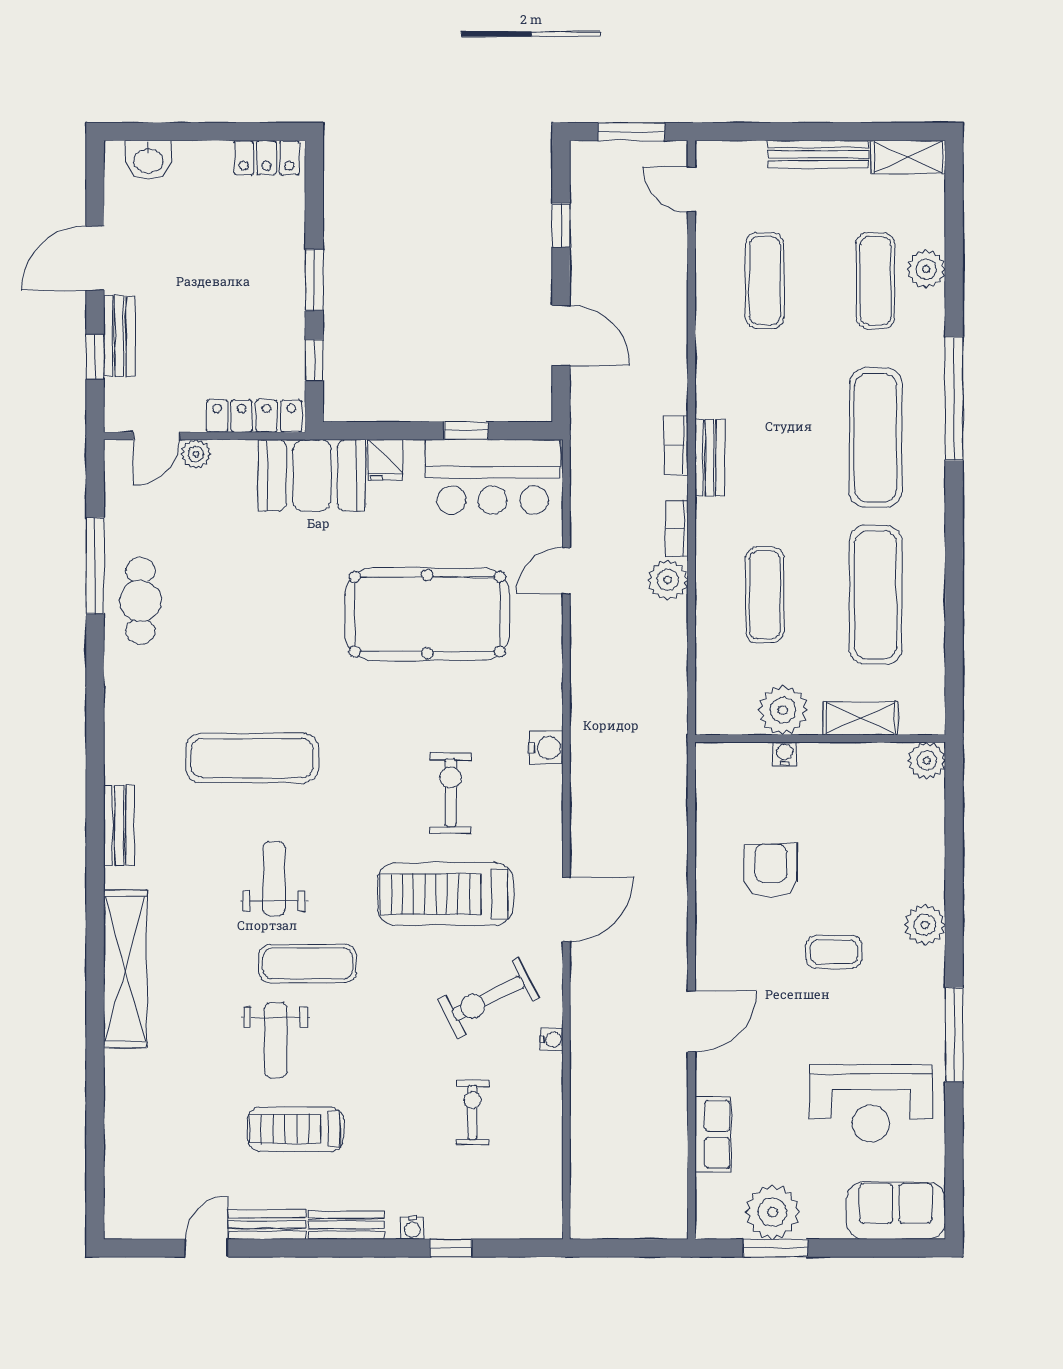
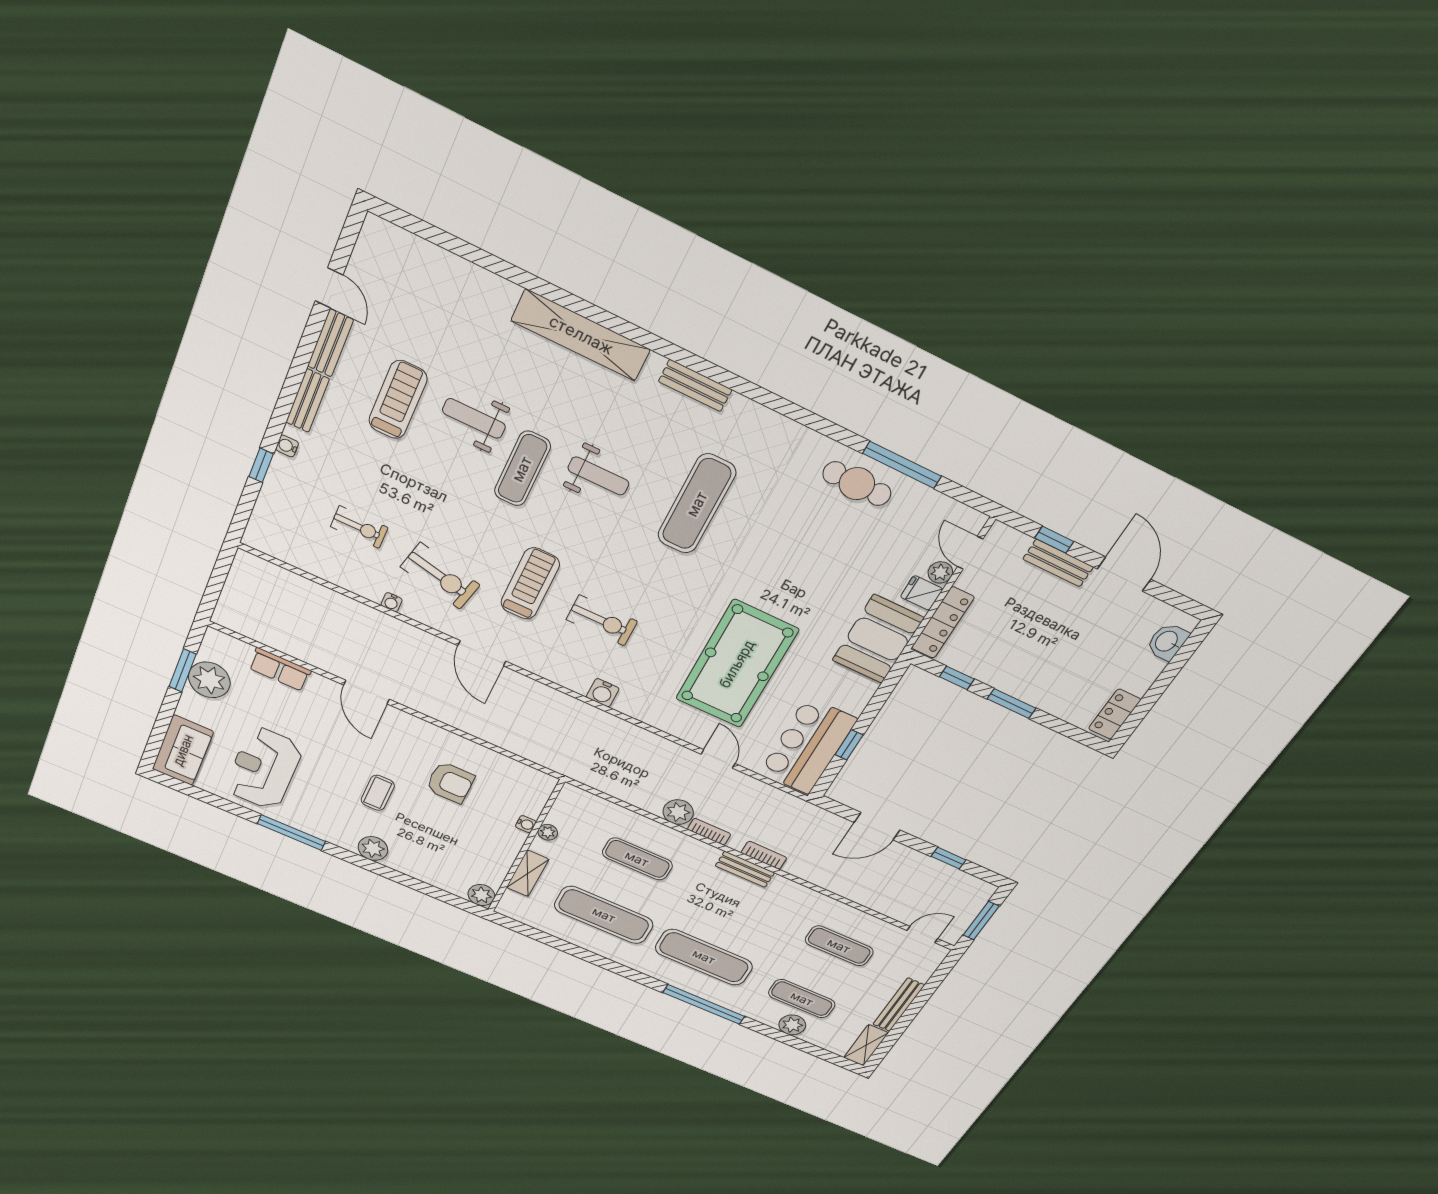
fridge: (386, 460) -> (922, 593), moved
plant: (783, 710) -> (548, 832), width x0.53, depth x0.53
treadmill: (445, 894) -> (530, 584), width x0.73, depth x0.73
exercise bike: (488, 998) -> (440, 576), turned 130

